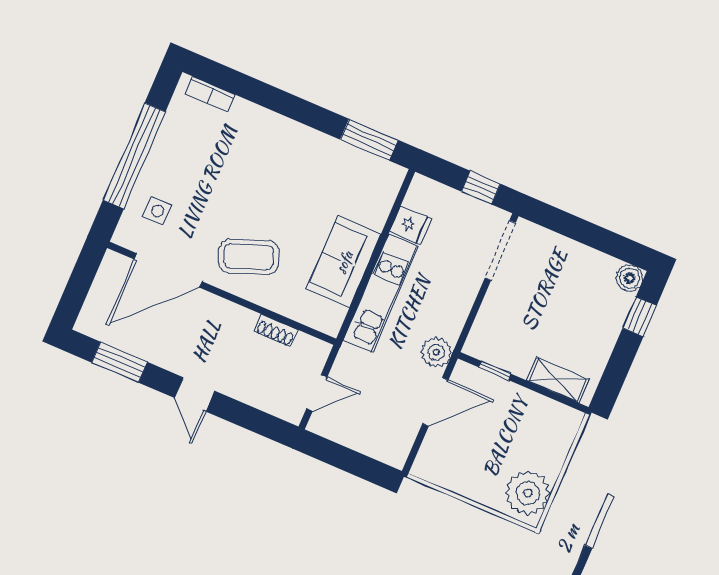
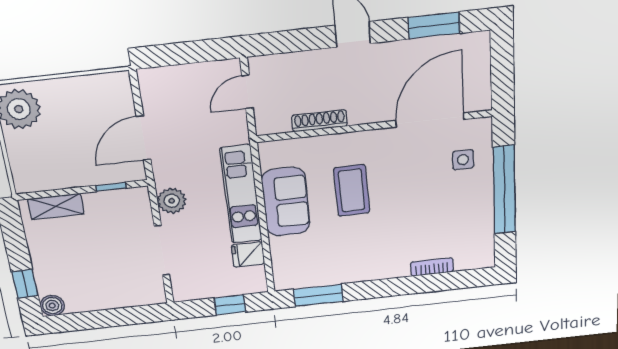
bookcase: (210, 94) -> (432, 267), moved
window: (481, 188) -> (230, 305), moved
doorway: (500, 250) -> (162, 251), moved
coffee table: (249, 257) -> (352, 190), moved, turned -70
shoe rack: (276, 331) -> (319, 121), width x1.43
plant: (436, 352) -> (172, 201), moved

